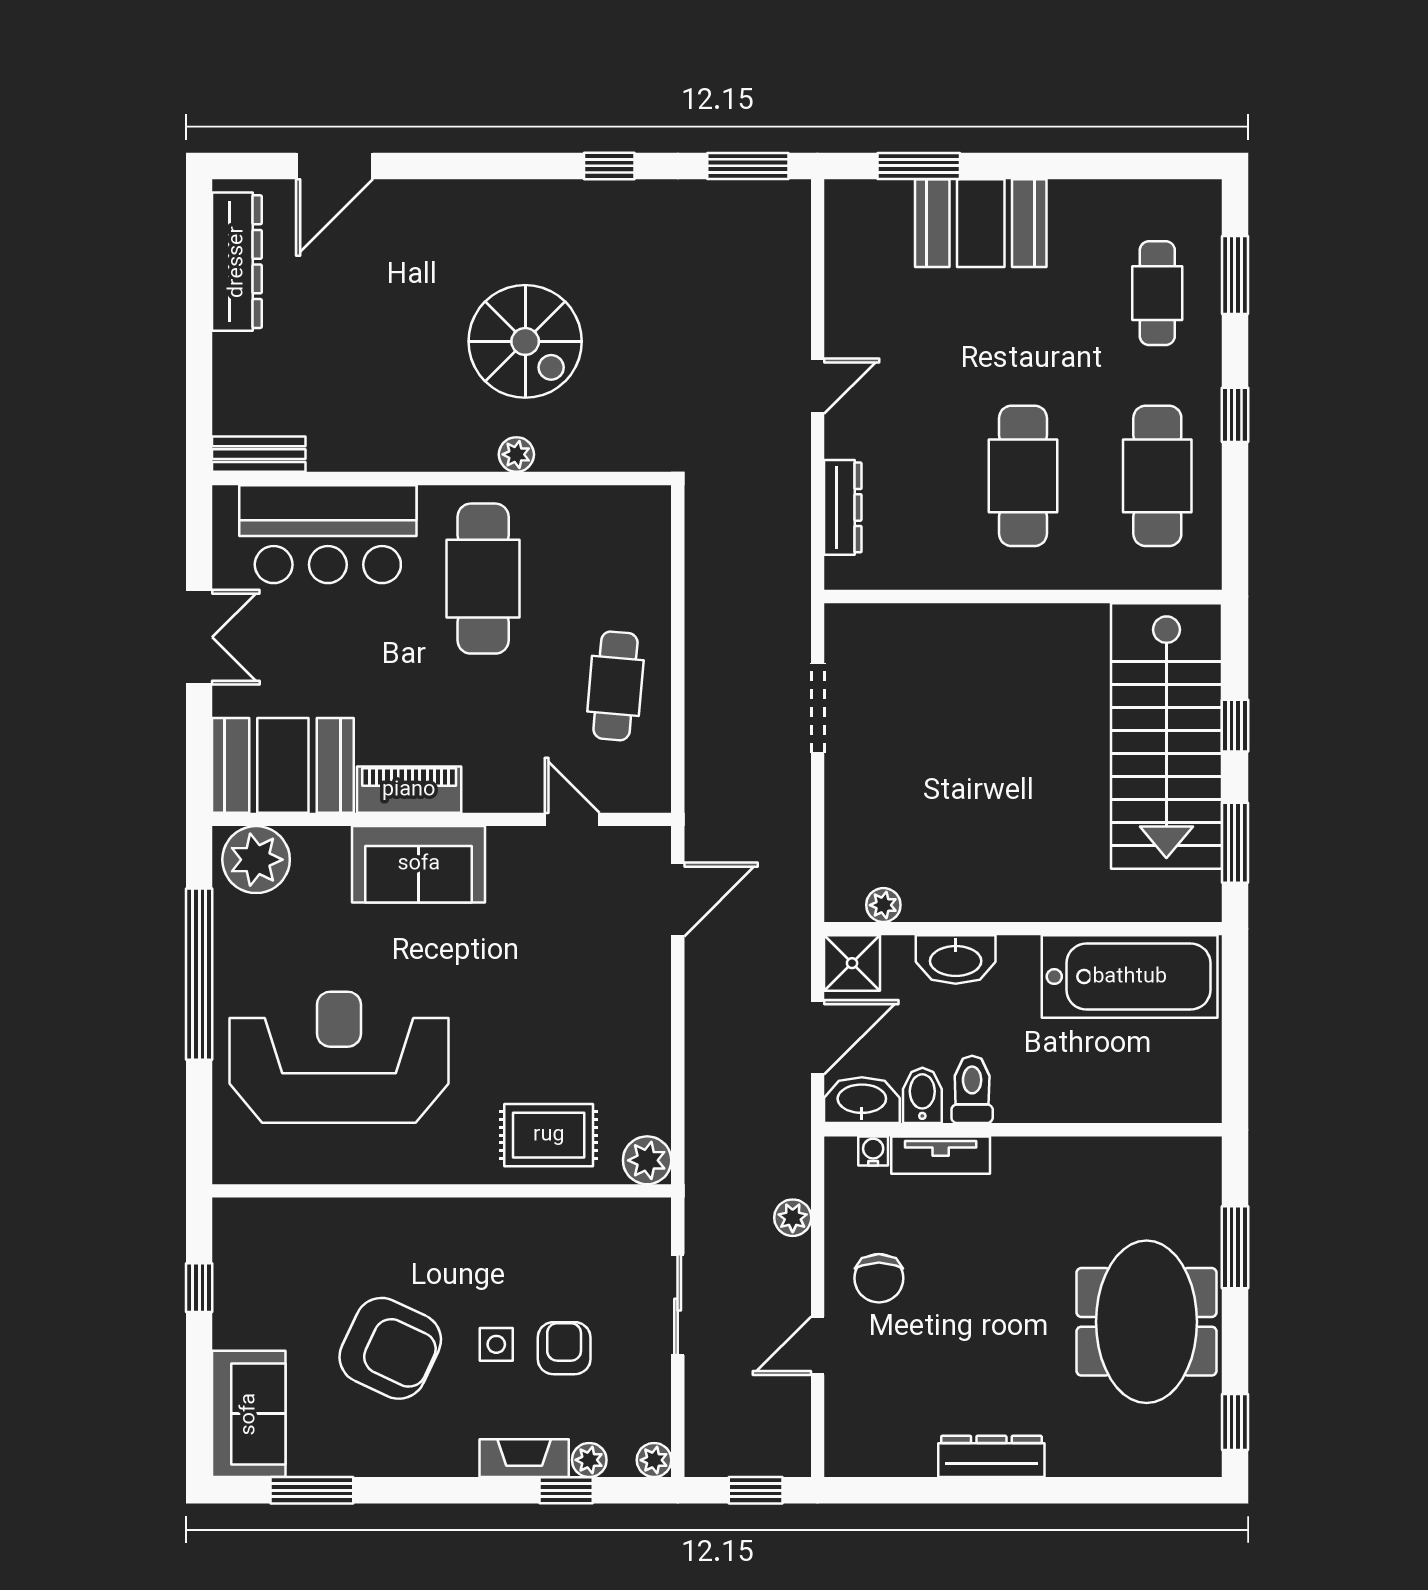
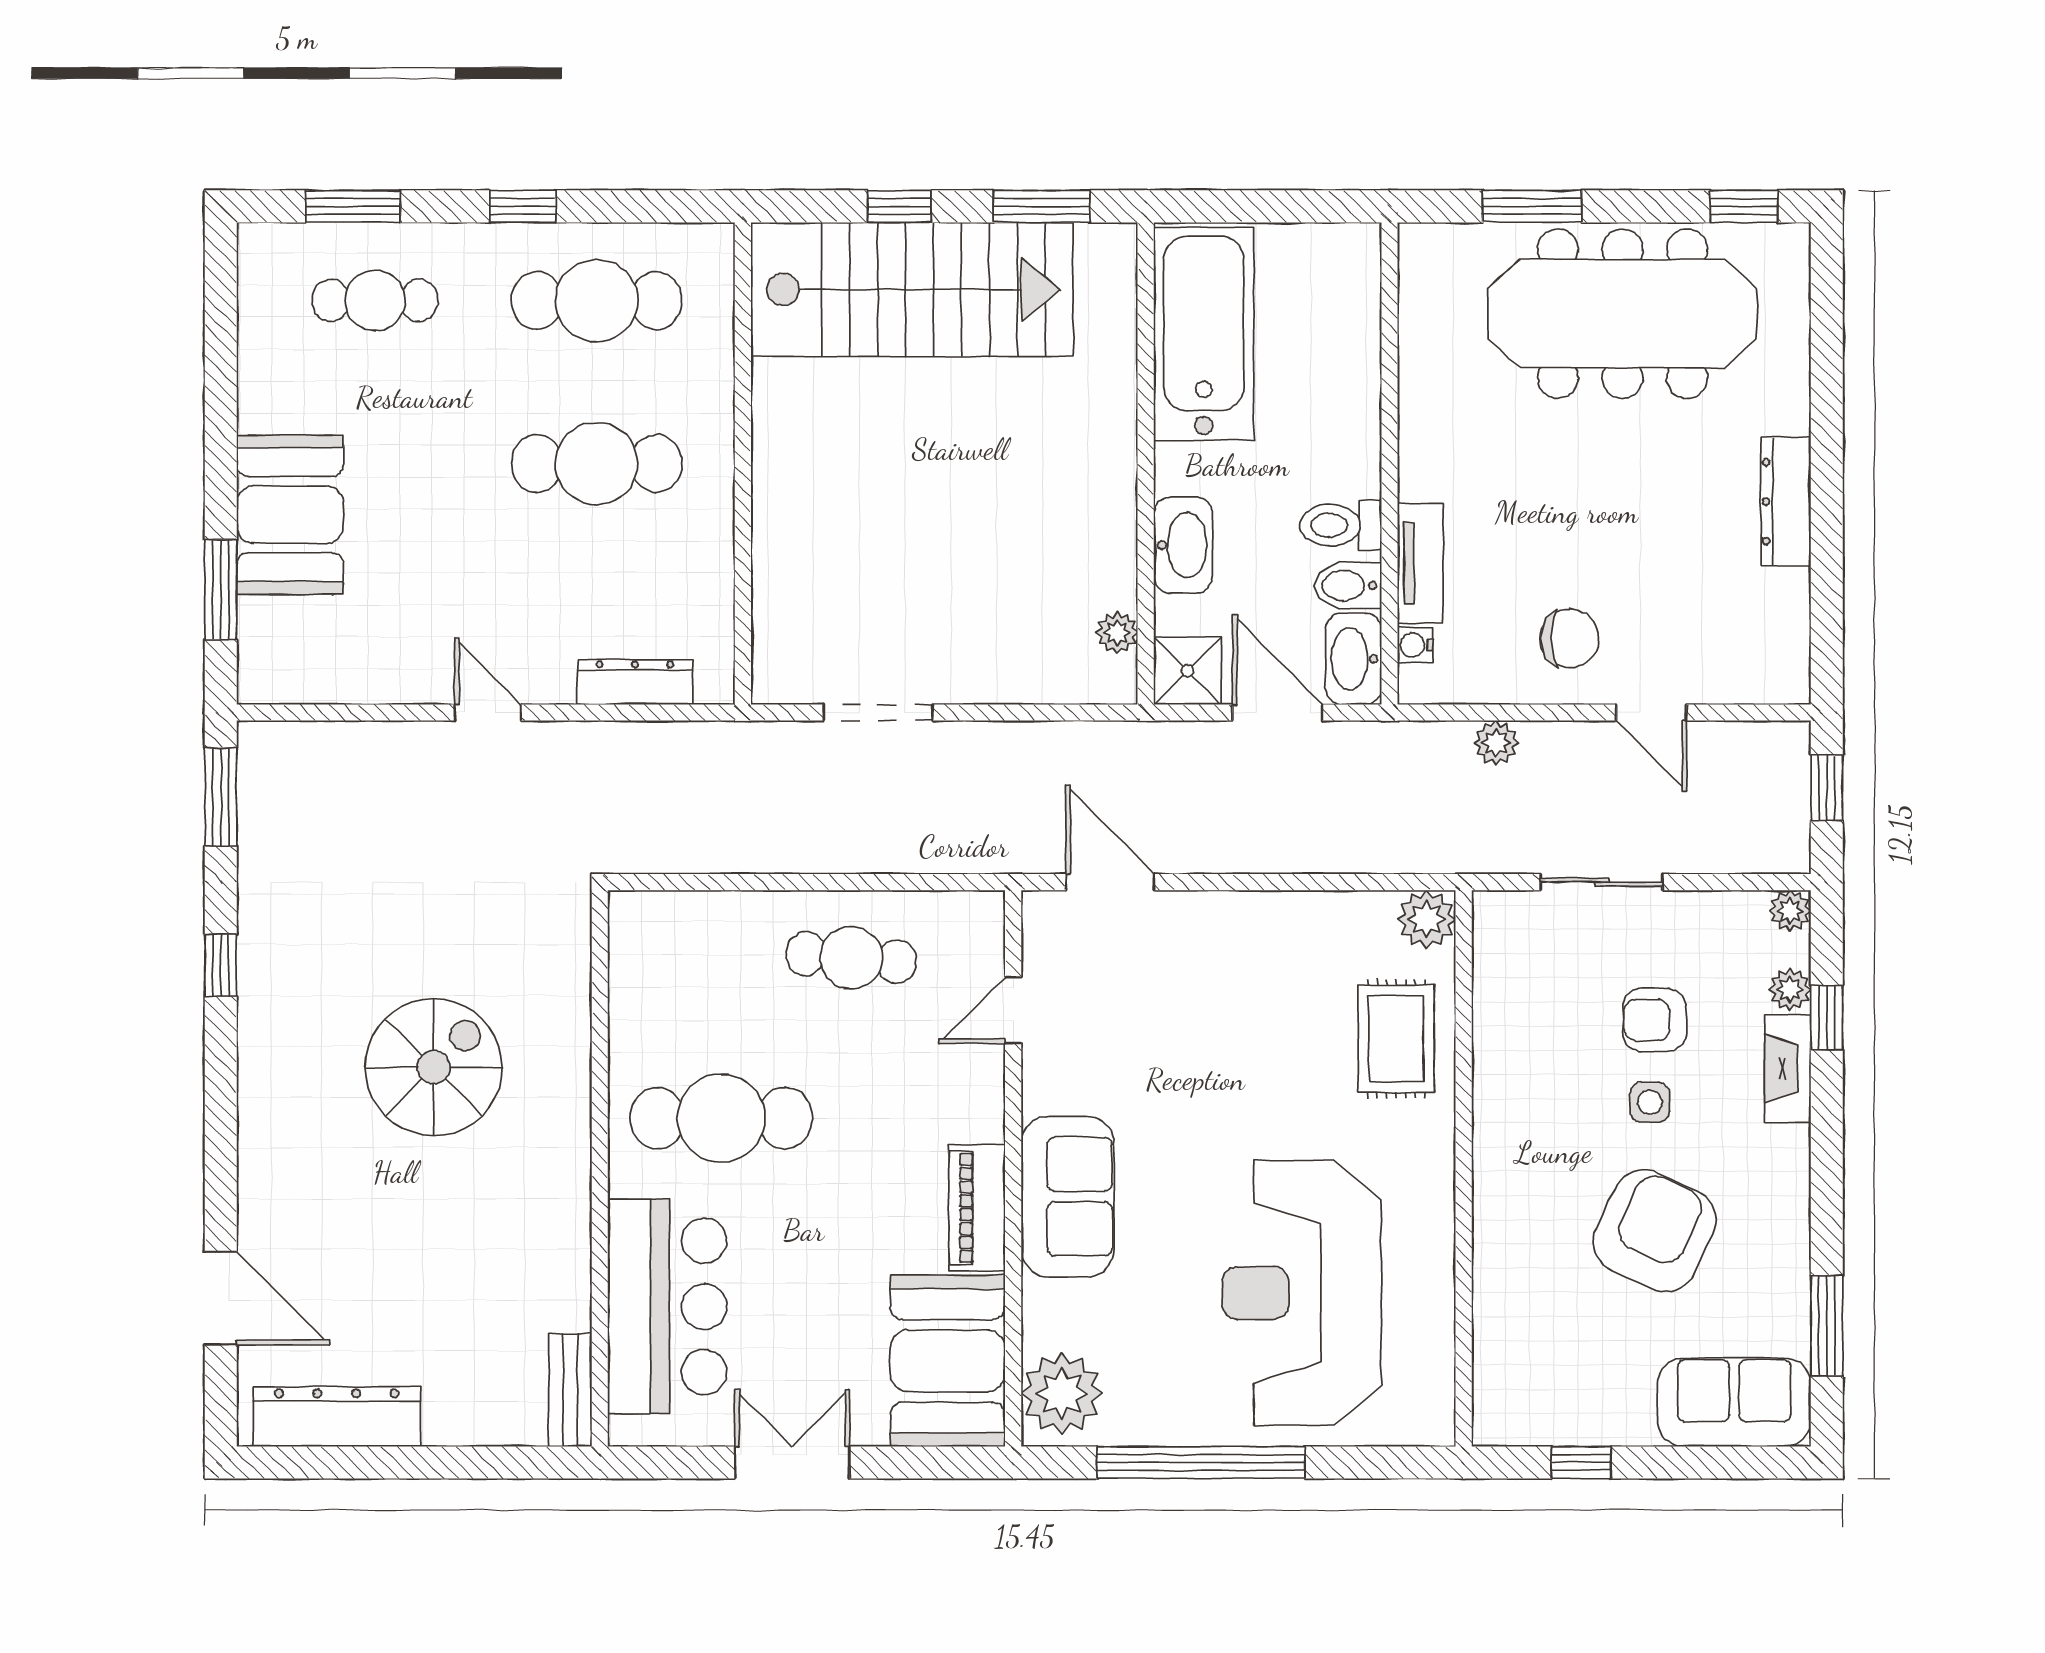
plant: (516, 454) -> (571, 1078), removed
meeting table: (1147, 1322) -> (1622, 314), width x1.36

